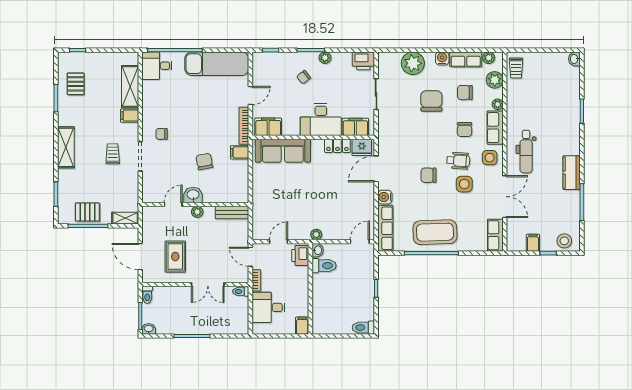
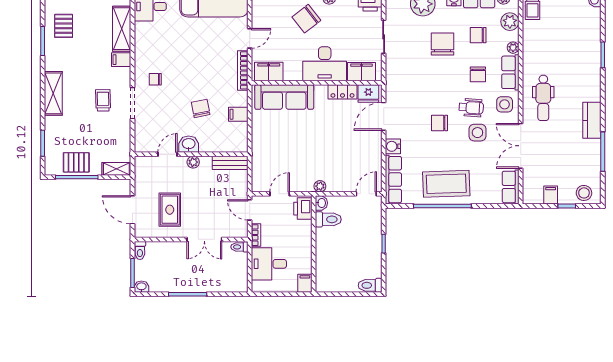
chair: (304, 77) -> (306, 19), width x1.87, depth x1.87
filing cabinet: (240, 152) -> (238, 114), moved
double door: (505, 197) -> (521, 146), swing flipped

